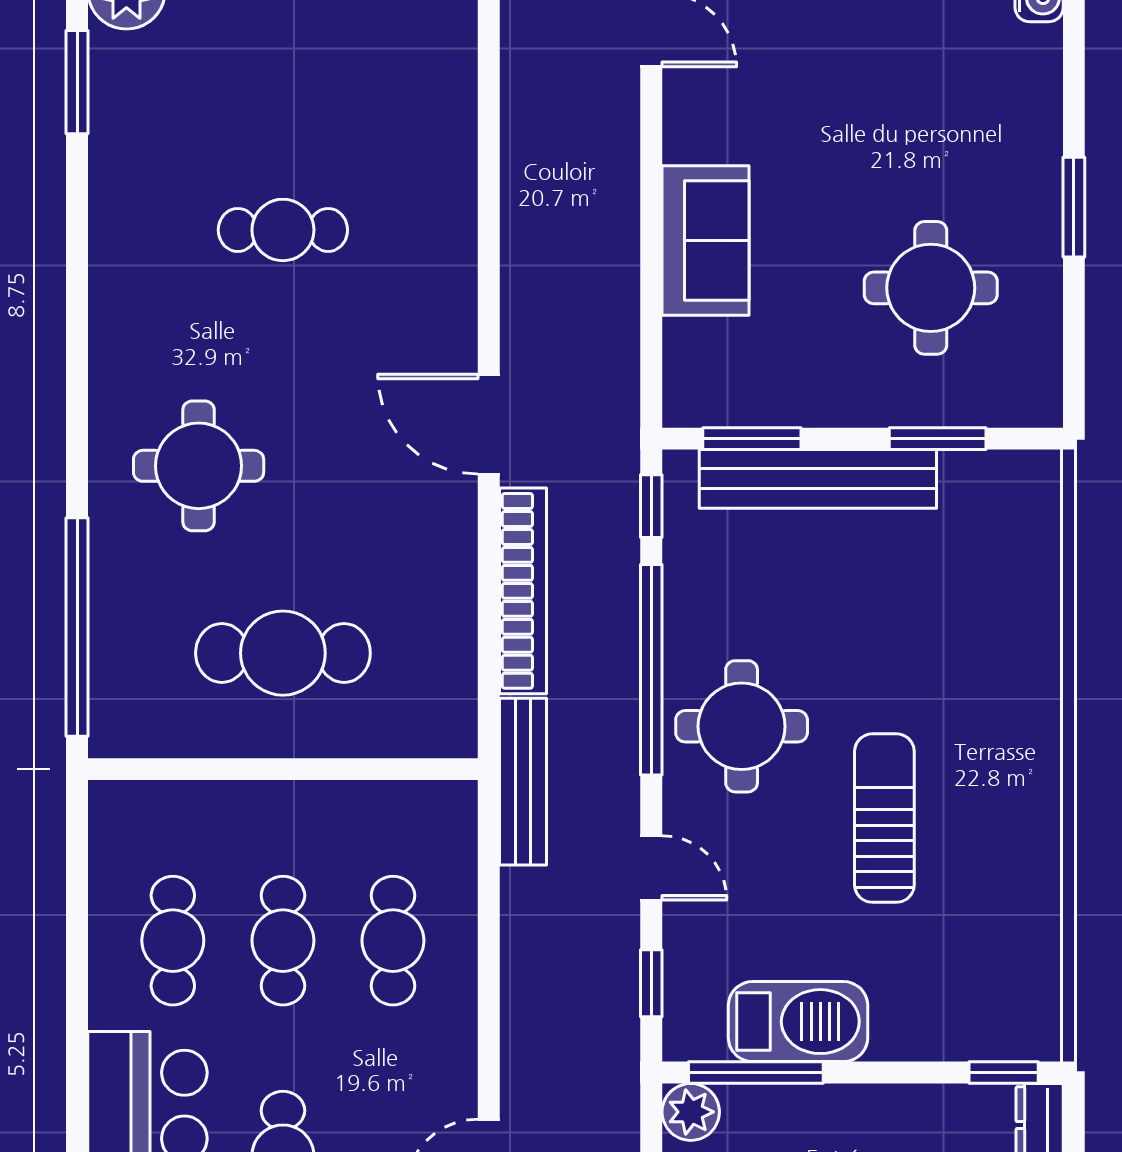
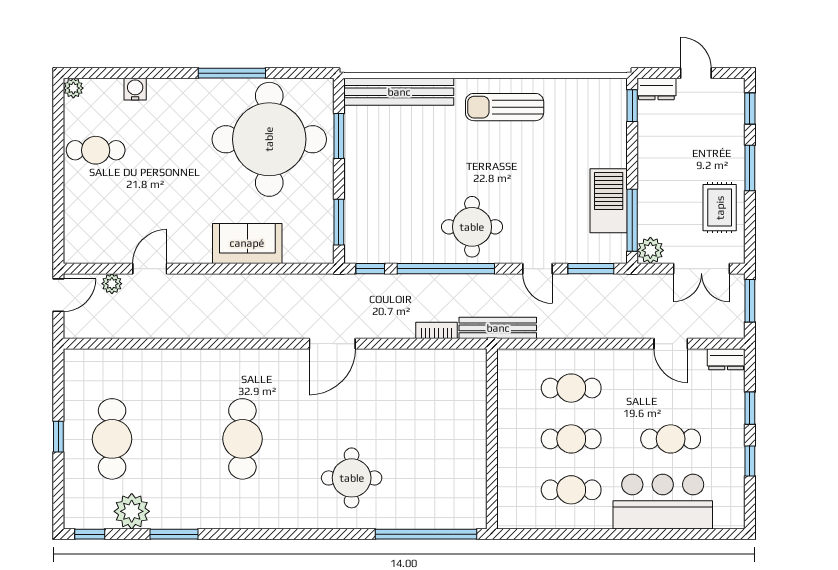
window: (1074, 207) -> (232, 73), width x1.44
cafe table: (283, 230) -> (242, 439), width x1.37, depth x1.35
round table: (931, 288) -> (269, 139), width x1.86, depth x1.86
bench: (818, 479) -> (399, 92), moved, turned 90
bookcase: (523, 591) -> (436, 330), width x0.43, depth x0.76
cafe table: (283, 653) -> (438, 439), removed
sun lounger: (884, 818) -> (505, 107), moved
door: (651, 868) -> (538, 269), swing flipped
window: (651, 983) -> (591, 269), width x1.50

